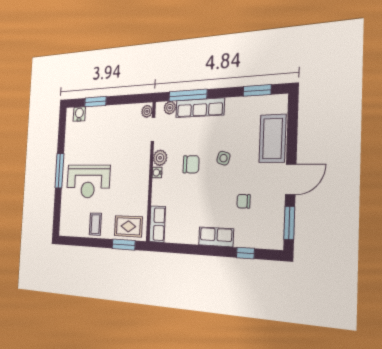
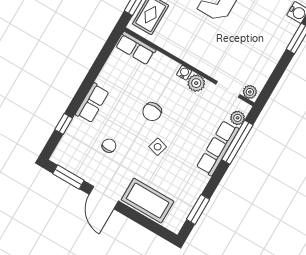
chair: (191, 164) -> (152, 112), moved

